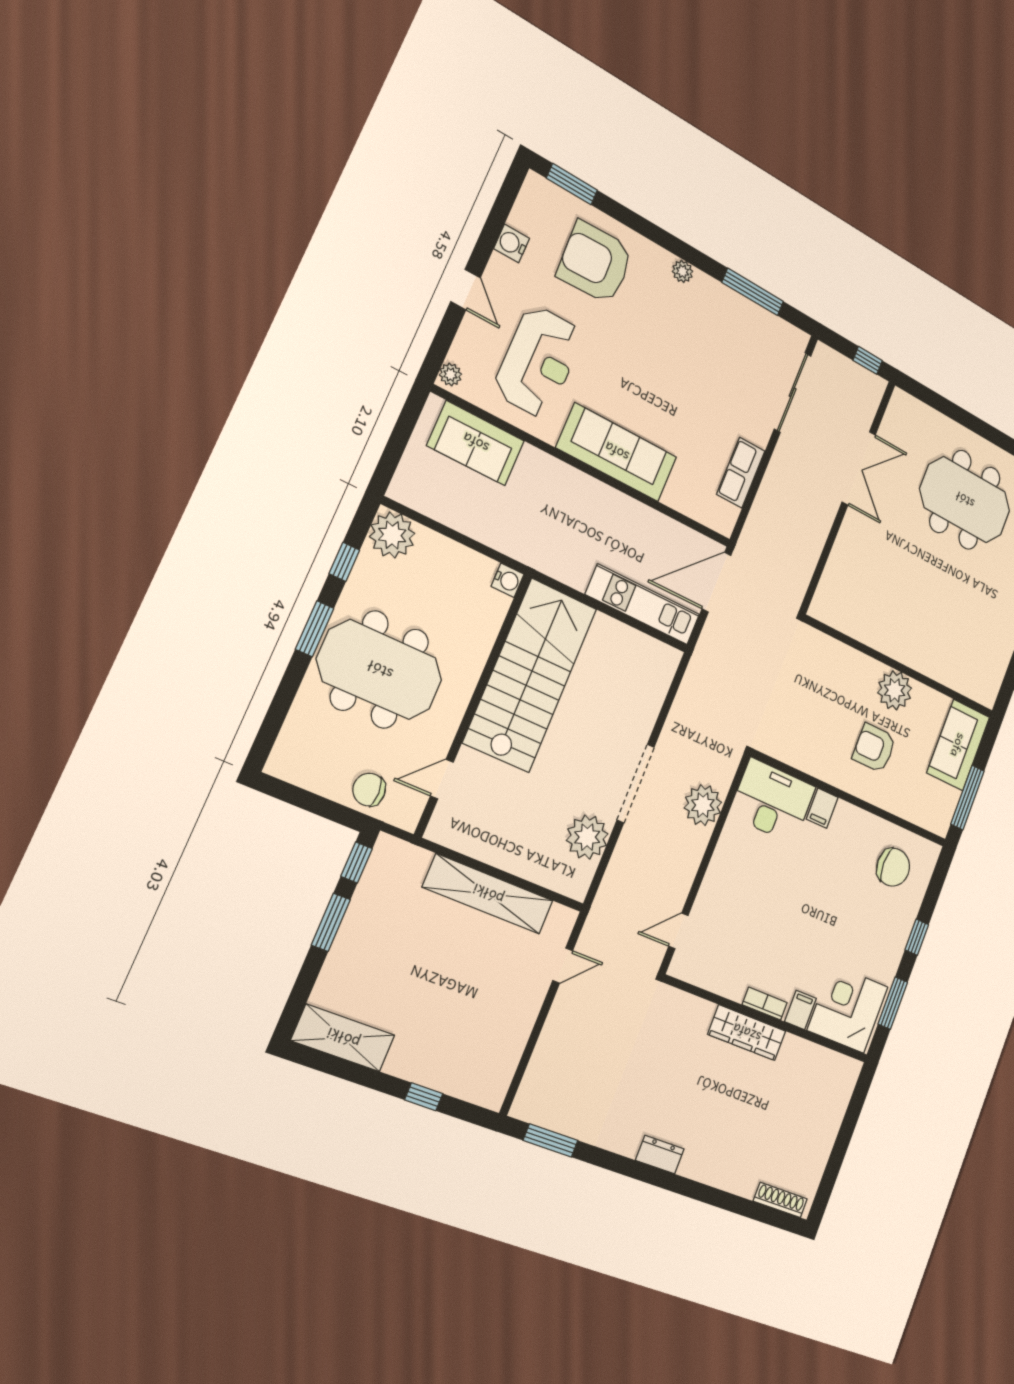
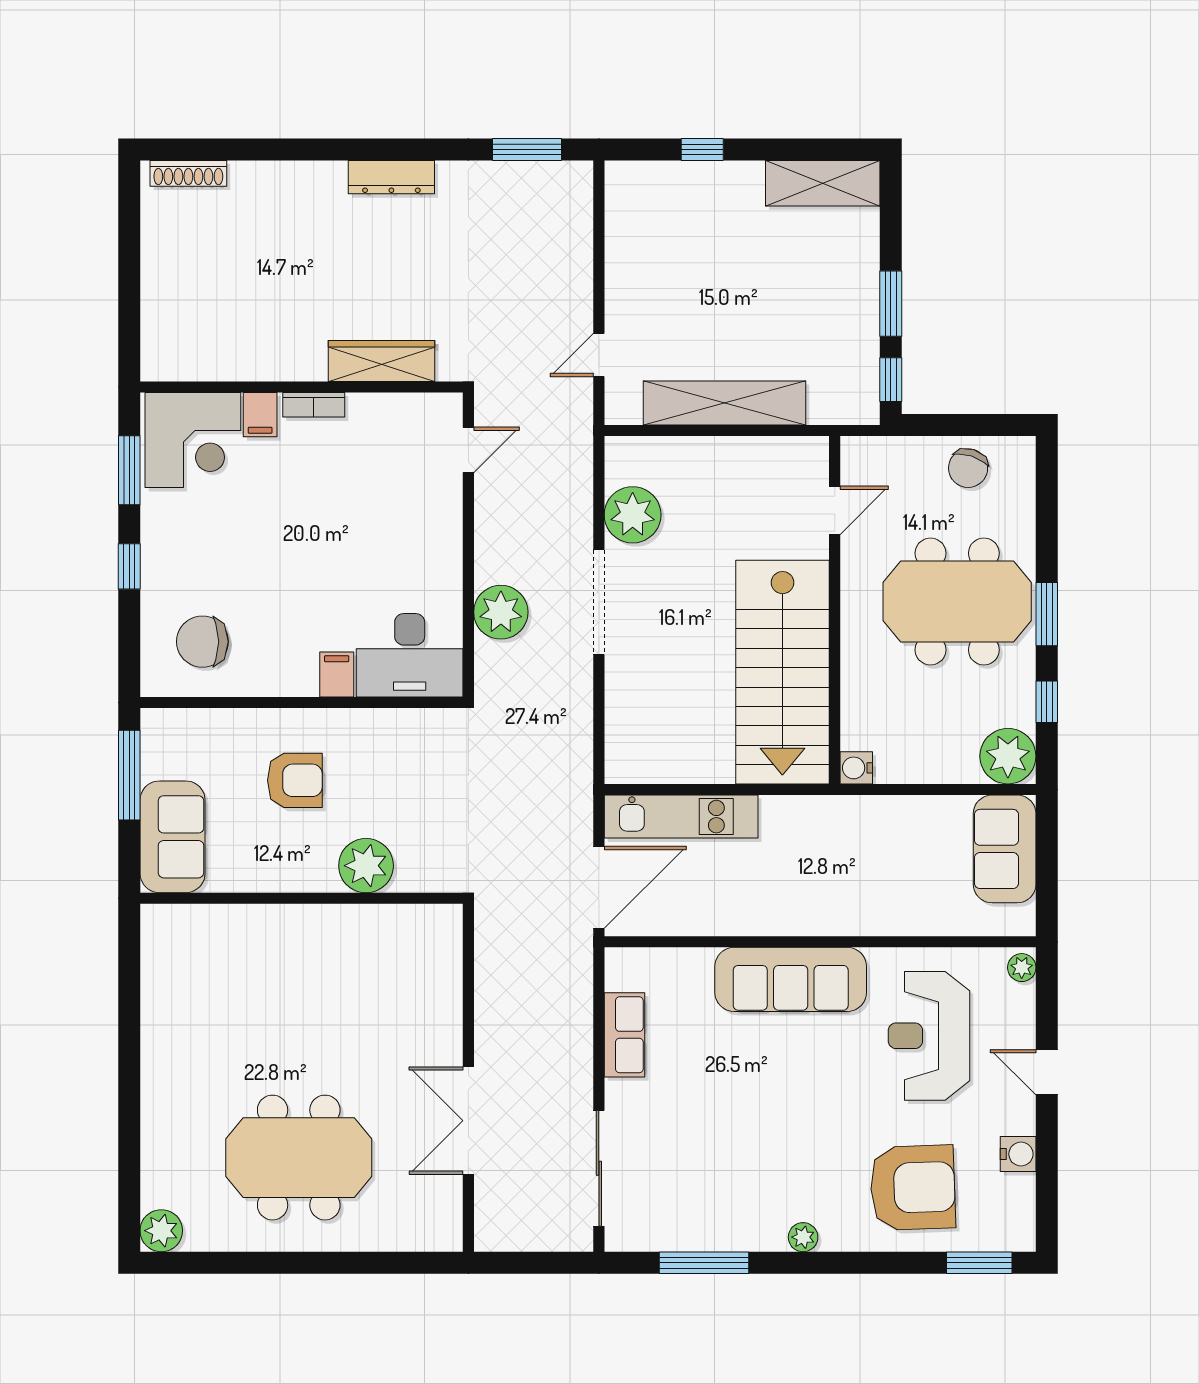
window: (868, 360) -> (515, 1263), removed
sofa: (476, 443) -> (1005, 849), moved, turned -90
plant: (895, 690) -> (366, 866), moved
chair: (369, 790) -> (968, 468), moved, turned 110
wardrobe: (747, 1033) -> (382, 361), moved
dresser: (660, 1155) -> (391, 177), width x1.44

